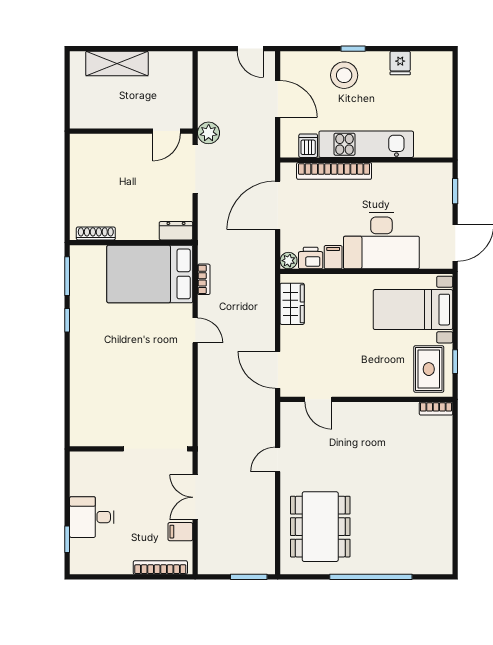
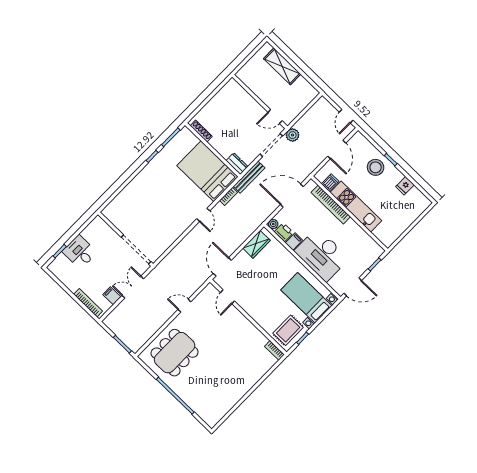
bench: (206, 233) -> (249, 177), added

